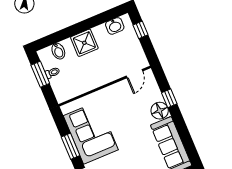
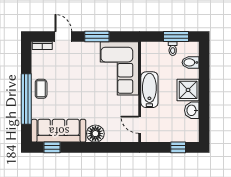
washbasin: (115, 26) -> (192, 110), moved
bathtub: (99, 78) -> (149, 90), added
window: (169, 98) -> (52, 147), moved
corner sofa: (91, 133) -> (119, 68), moved, turned 90

